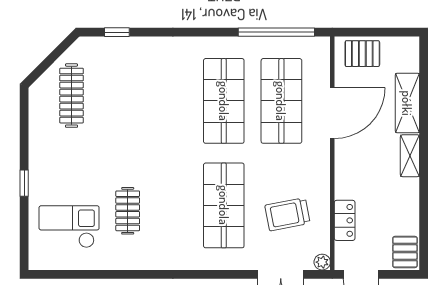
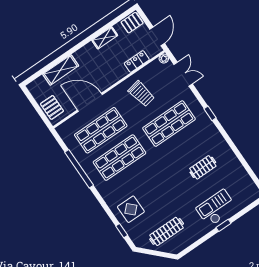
window: (276, 32) -> (79, 169), moved
display table: (139, 66) -> (131, 209), added
shelving: (410, 156) -> (105, 38), moved
trolley: (287, 214) -> (141, 94), moved
checkout: (69, 227) -> (216, 208), moved, turned 90
window: (198, 274) -> (210, 113), added

